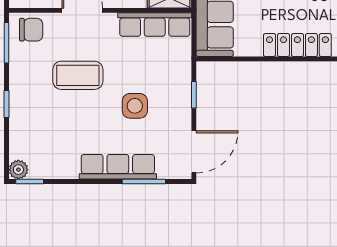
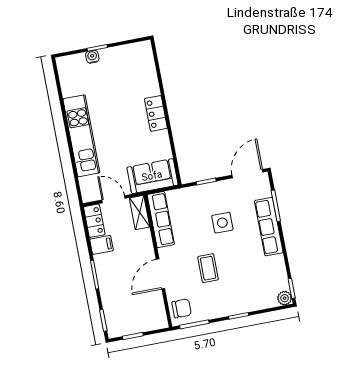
chair: (31, 30) -> (182, 308), turned 90
locker: (297, 45) -> (156, 113), width x0.66
coffee table: (78, 75) -> (208, 268), width x0.73, depth x0.77
door: (194, 152) -> (247, 174), hinge flipped

